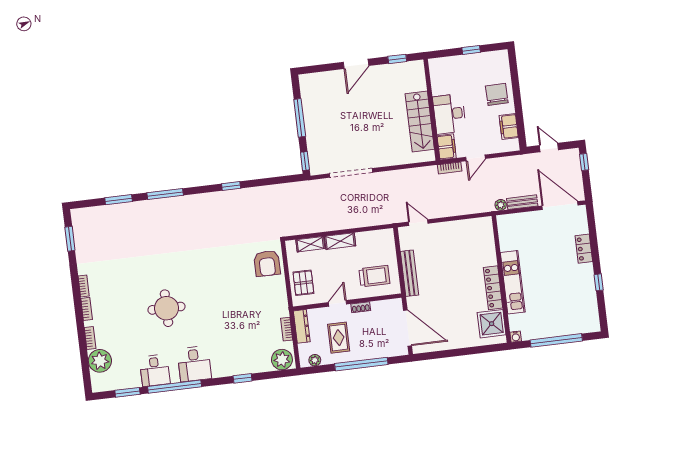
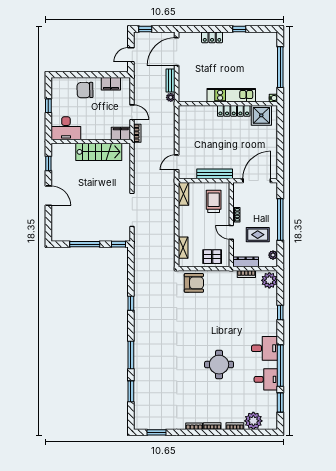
desk: (449, 114) -> (66, 128), moved
shelving: (340, 241) -> (183, 194), moved

